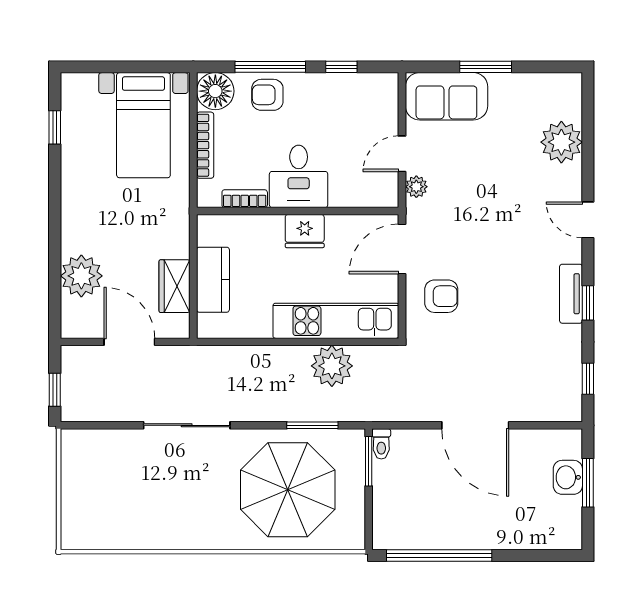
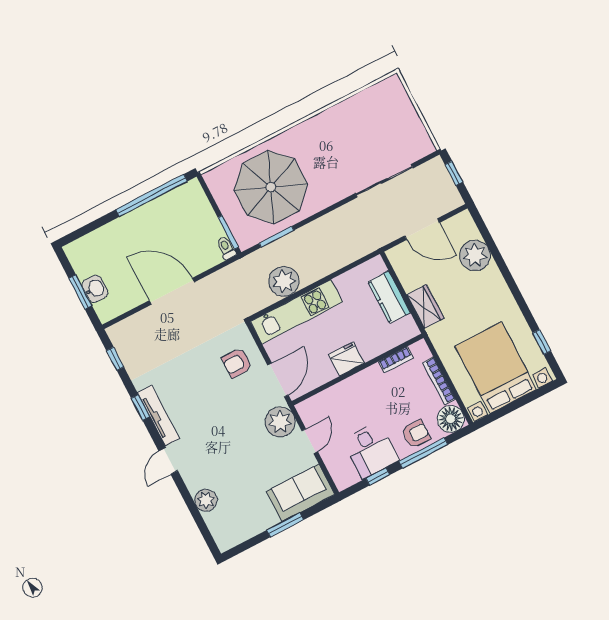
bed with nightstands: (143, 125) -> (496, 368), width x1.36
plant: (561, 142) -> (206, 500), width x0.73, depth x0.73
desk: (299, 176) -> (371, 450), moved, turned 180
plant: (416, 187) -> (280, 422), width x1.88, depth x1.88
door: (588, 220) -> (168, 461), swing flipped
wardrobe: (175, 286) -> (425, 306), moved
tv unit: (571, 294) -> (158, 416), width x1.41
sliding door: (187, 425) -> (384, 181), moved

